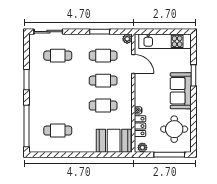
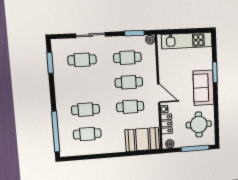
sliding door: (48, 32) -> (91, 35), moved
window: (100, 32) -> (134, 33), moved
door: (133, 64) -> (159, 93), moved
window: (26, 80) -> (50, 63), moved
cafe table: (58, 106) -> (86, 110), added

